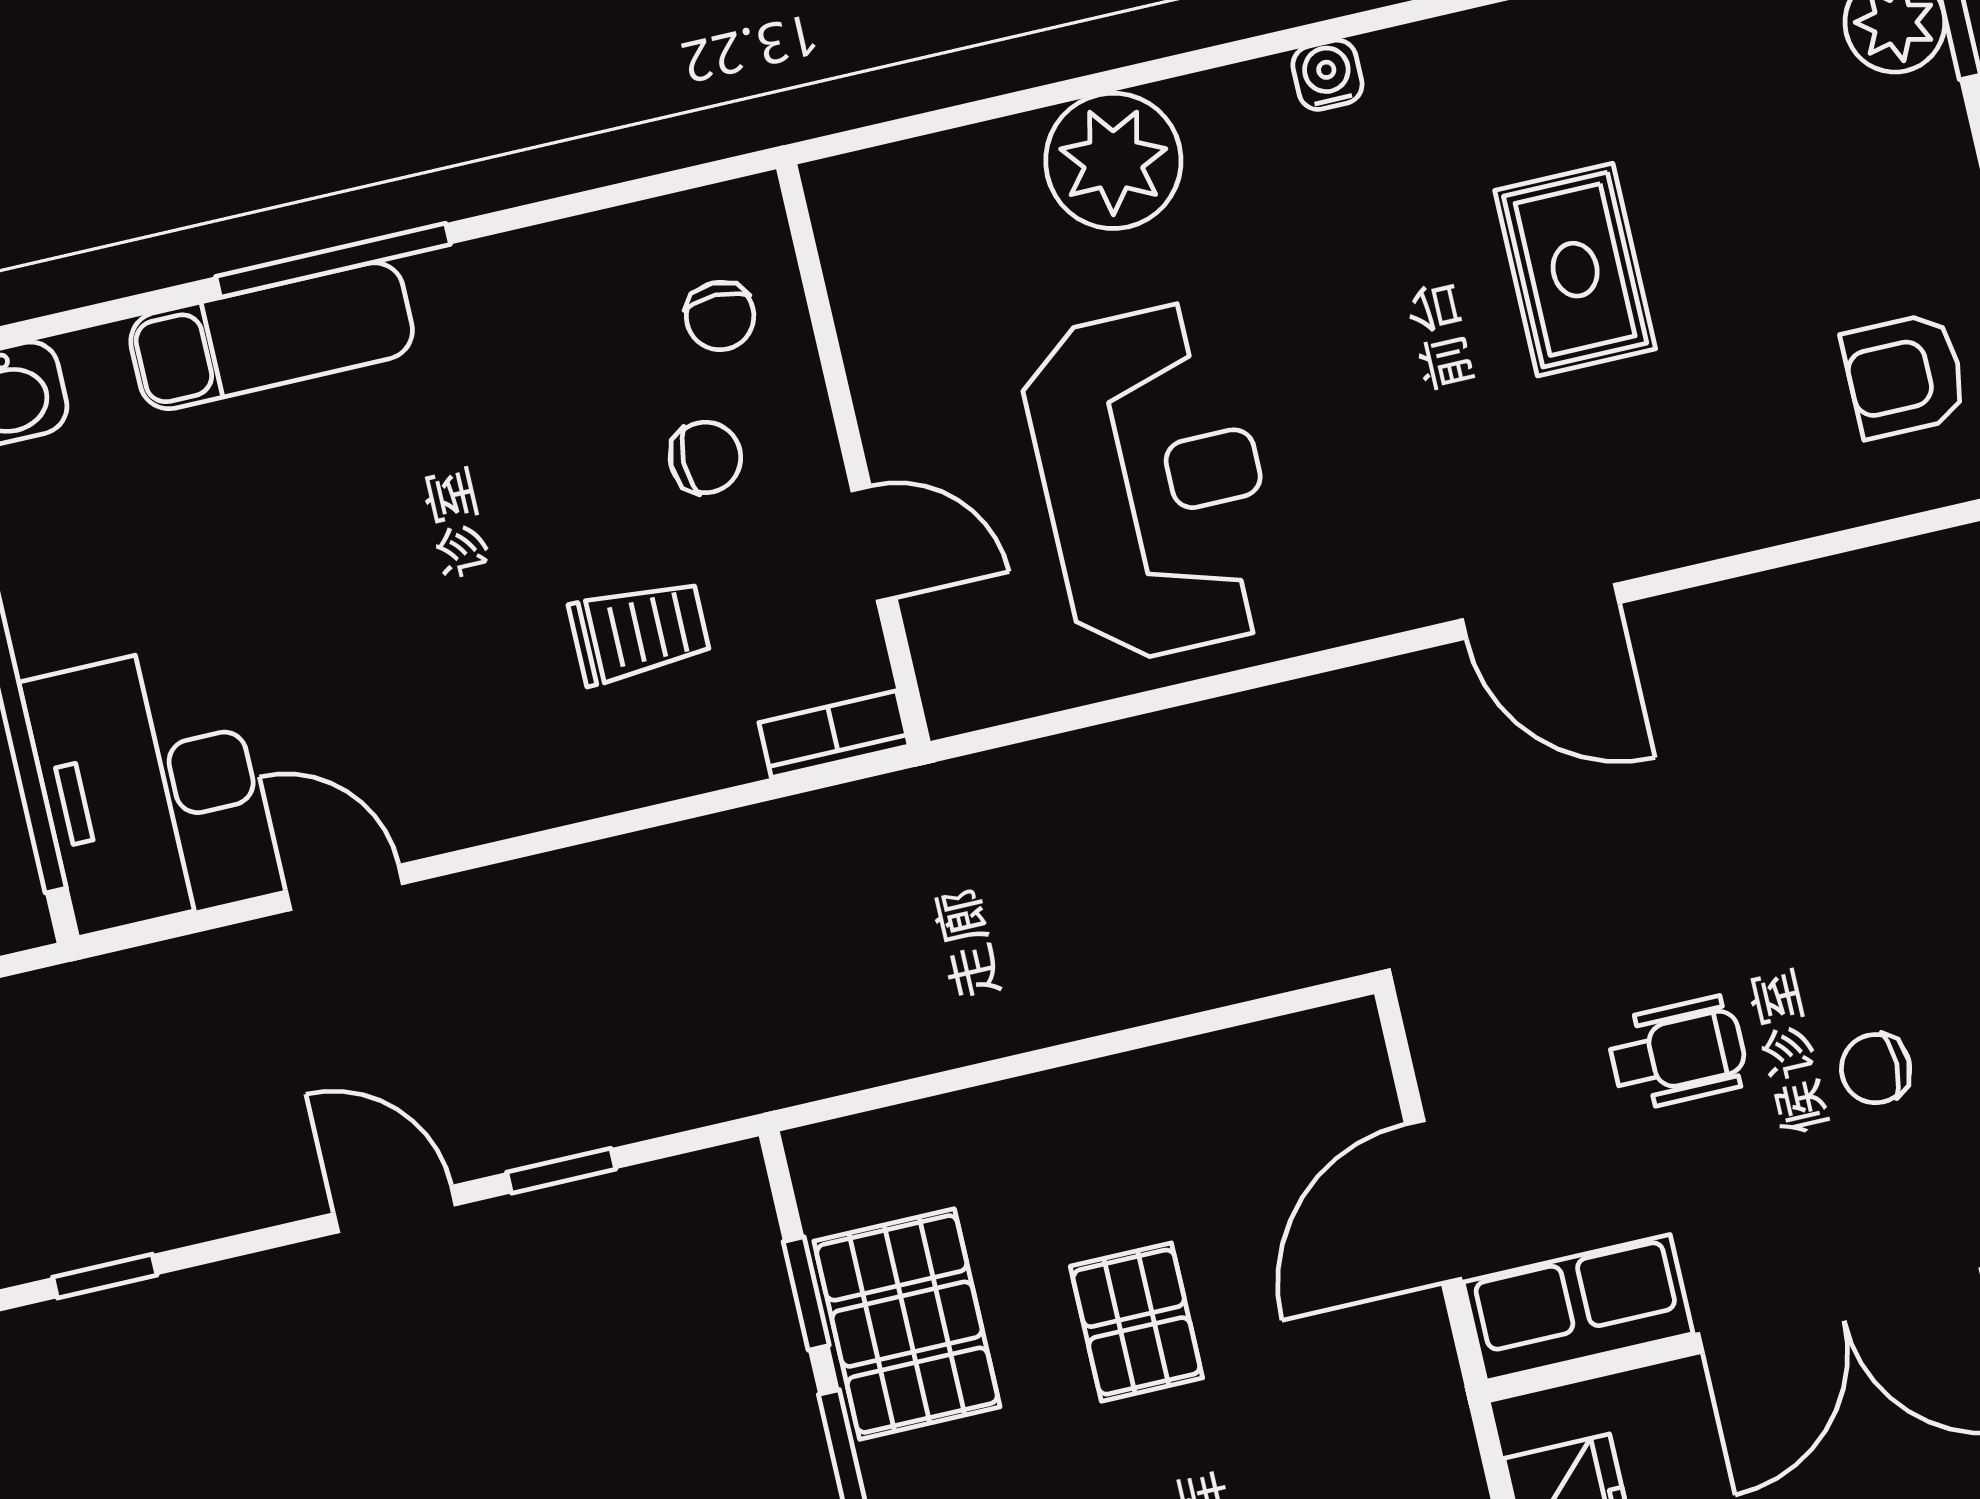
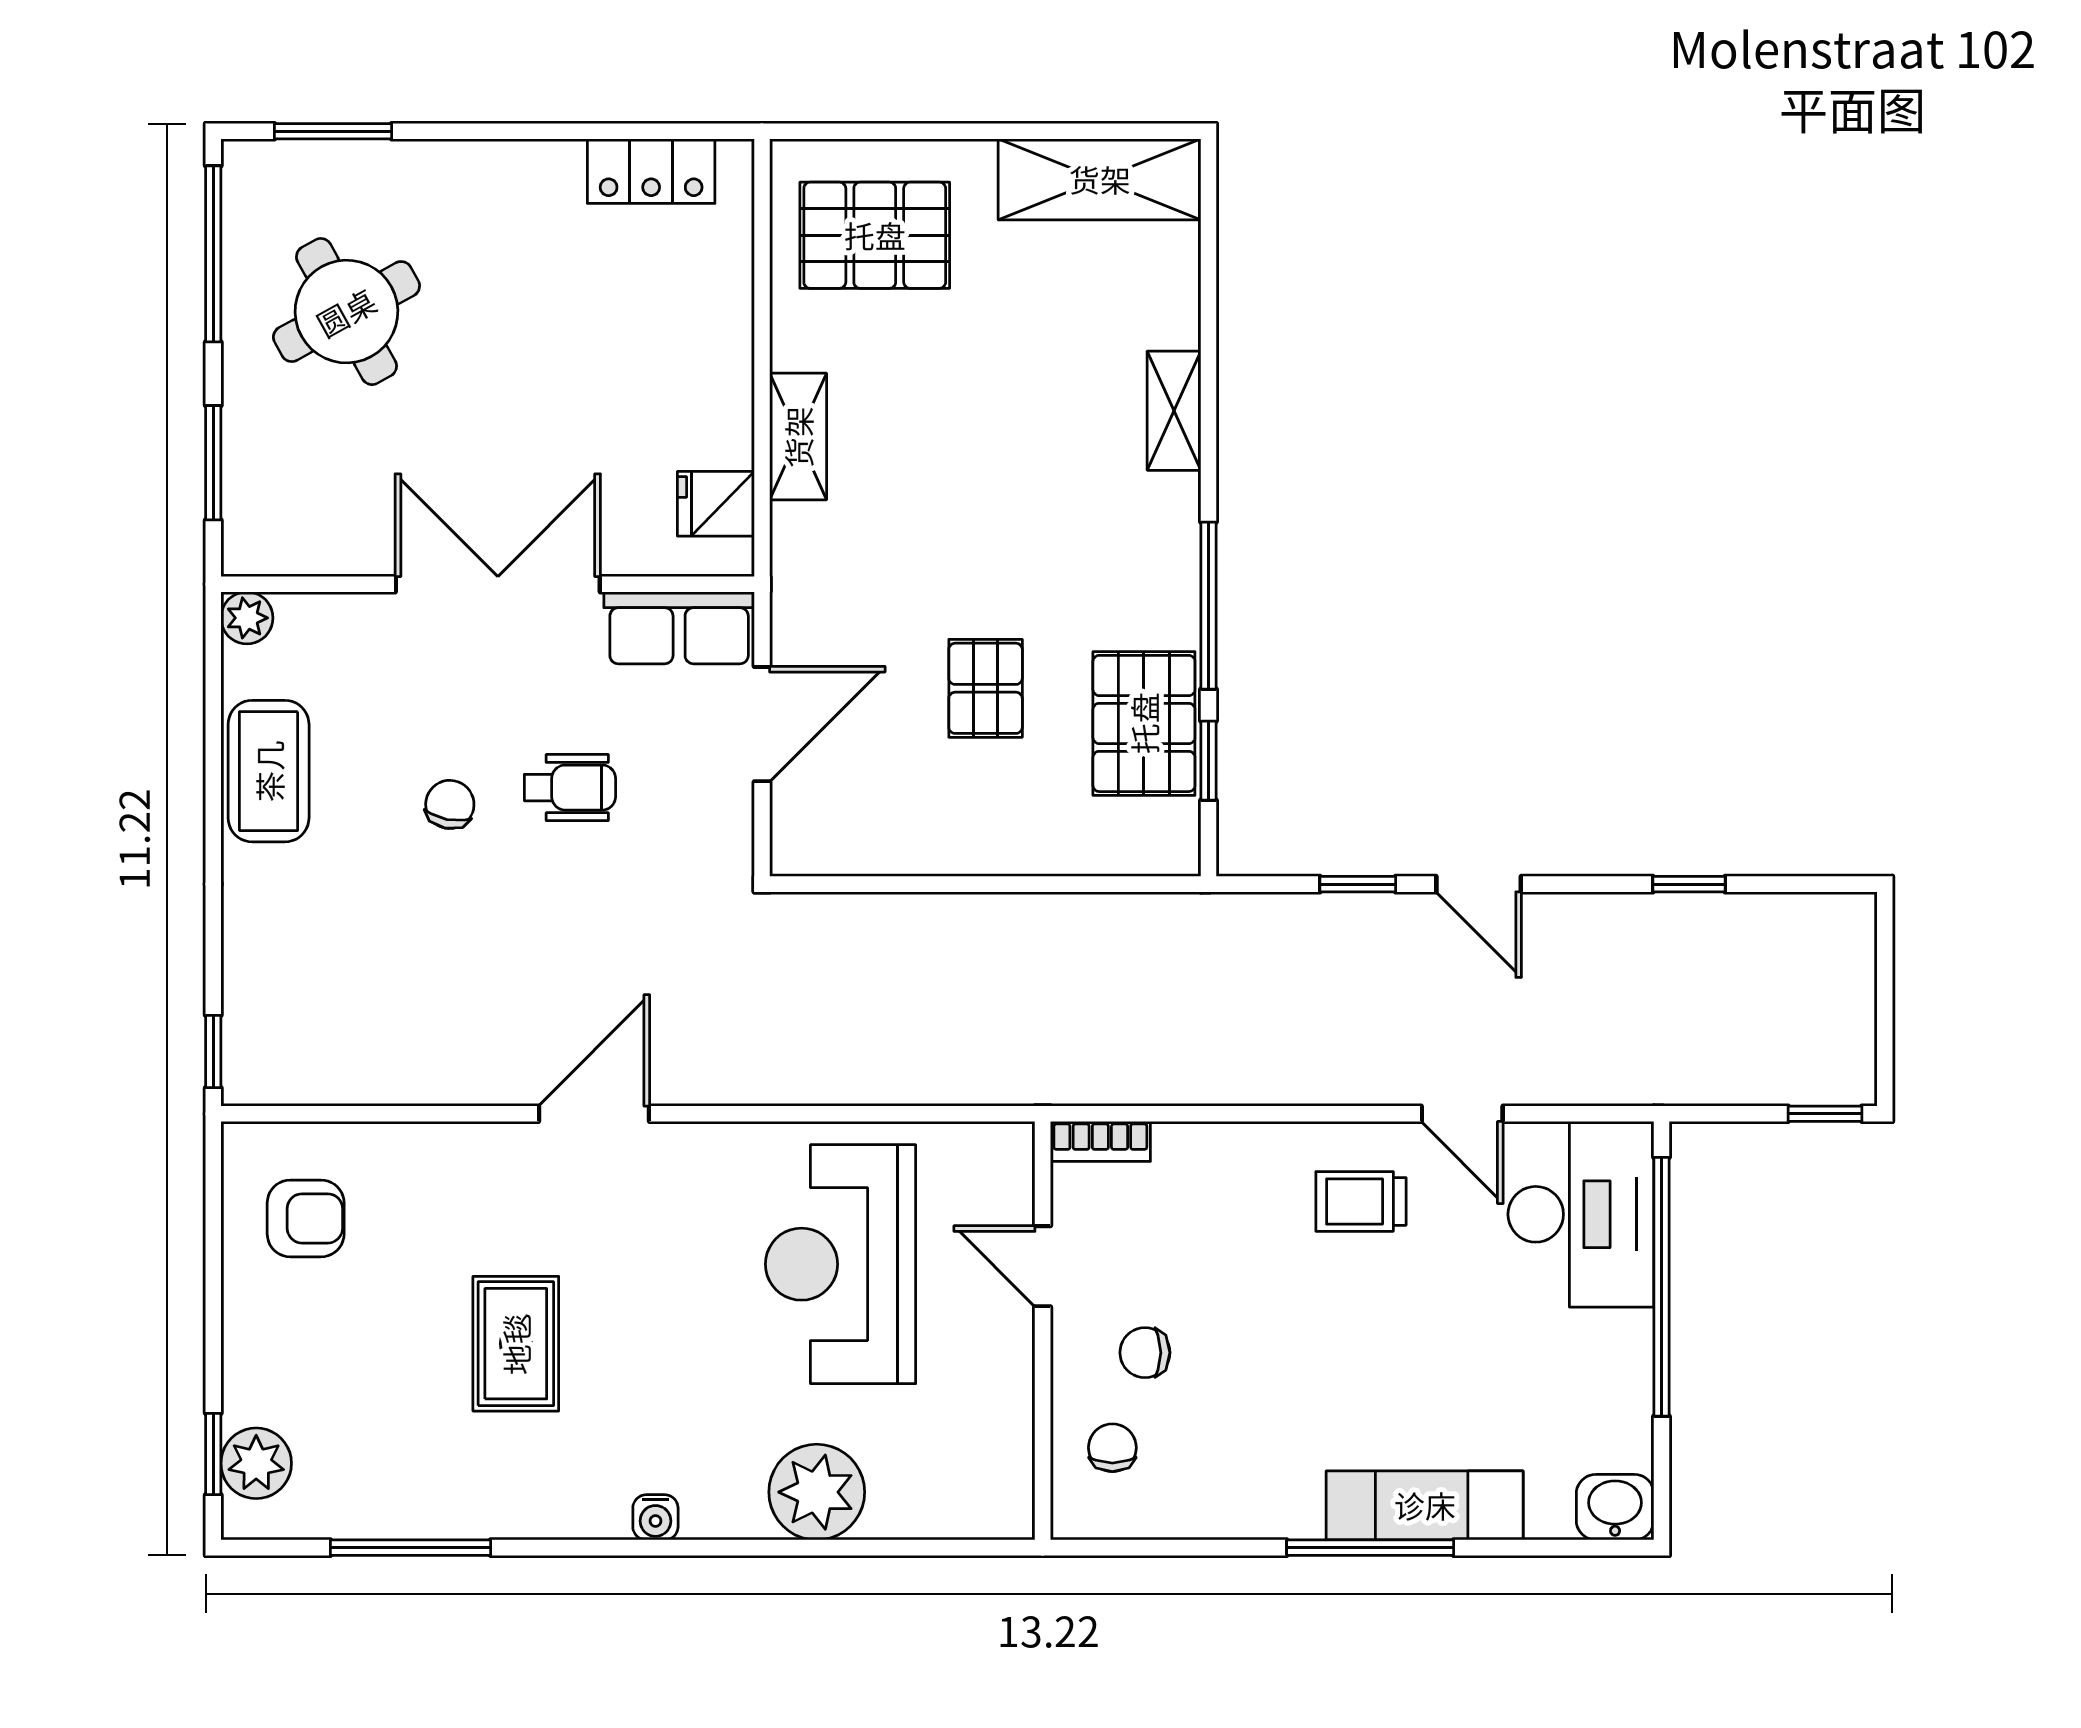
door: (1541, 611) -> (594, 1114), hinge flipped
trolley: (640, 632) -> (1361, 1201), moved
wheelchair: (1677, 1053) -> (570, 788), turned 180
chair: (1876, 1069) -> (450, 804), moved, turned -79

